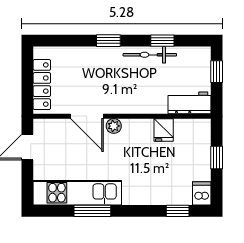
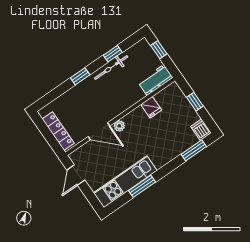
window: (178, 211) -> (194, 150), width x1.50

